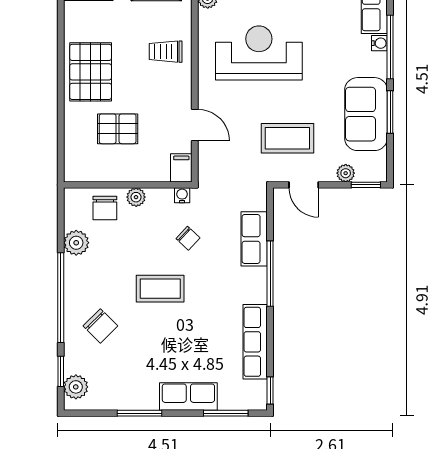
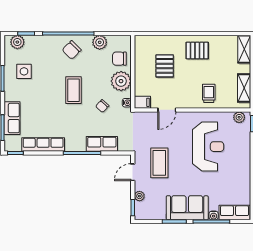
pallet: (91, 72) -> (197, 51), width x0.67, depth x0.71
sofa: (366, 114) -> (187, 208), moved
plant: (136, 197) -> (121, 81), width x1.88, depth x1.88
chair: (100, 326) -> (72, 50), moved
side table: (127, 375) -> (24, 71), added
row of seats: (188, 396) -> (12, 118), moved

